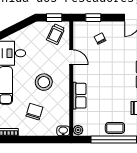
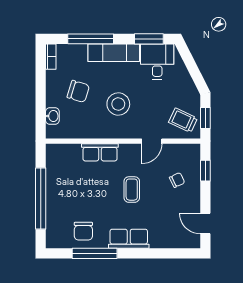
coffee table: (115, 128) -> (132, 190), moved
plant: (78, 130) -> (54, 150), removed
washbasin: (63, 131) -> (52, 116), moved

